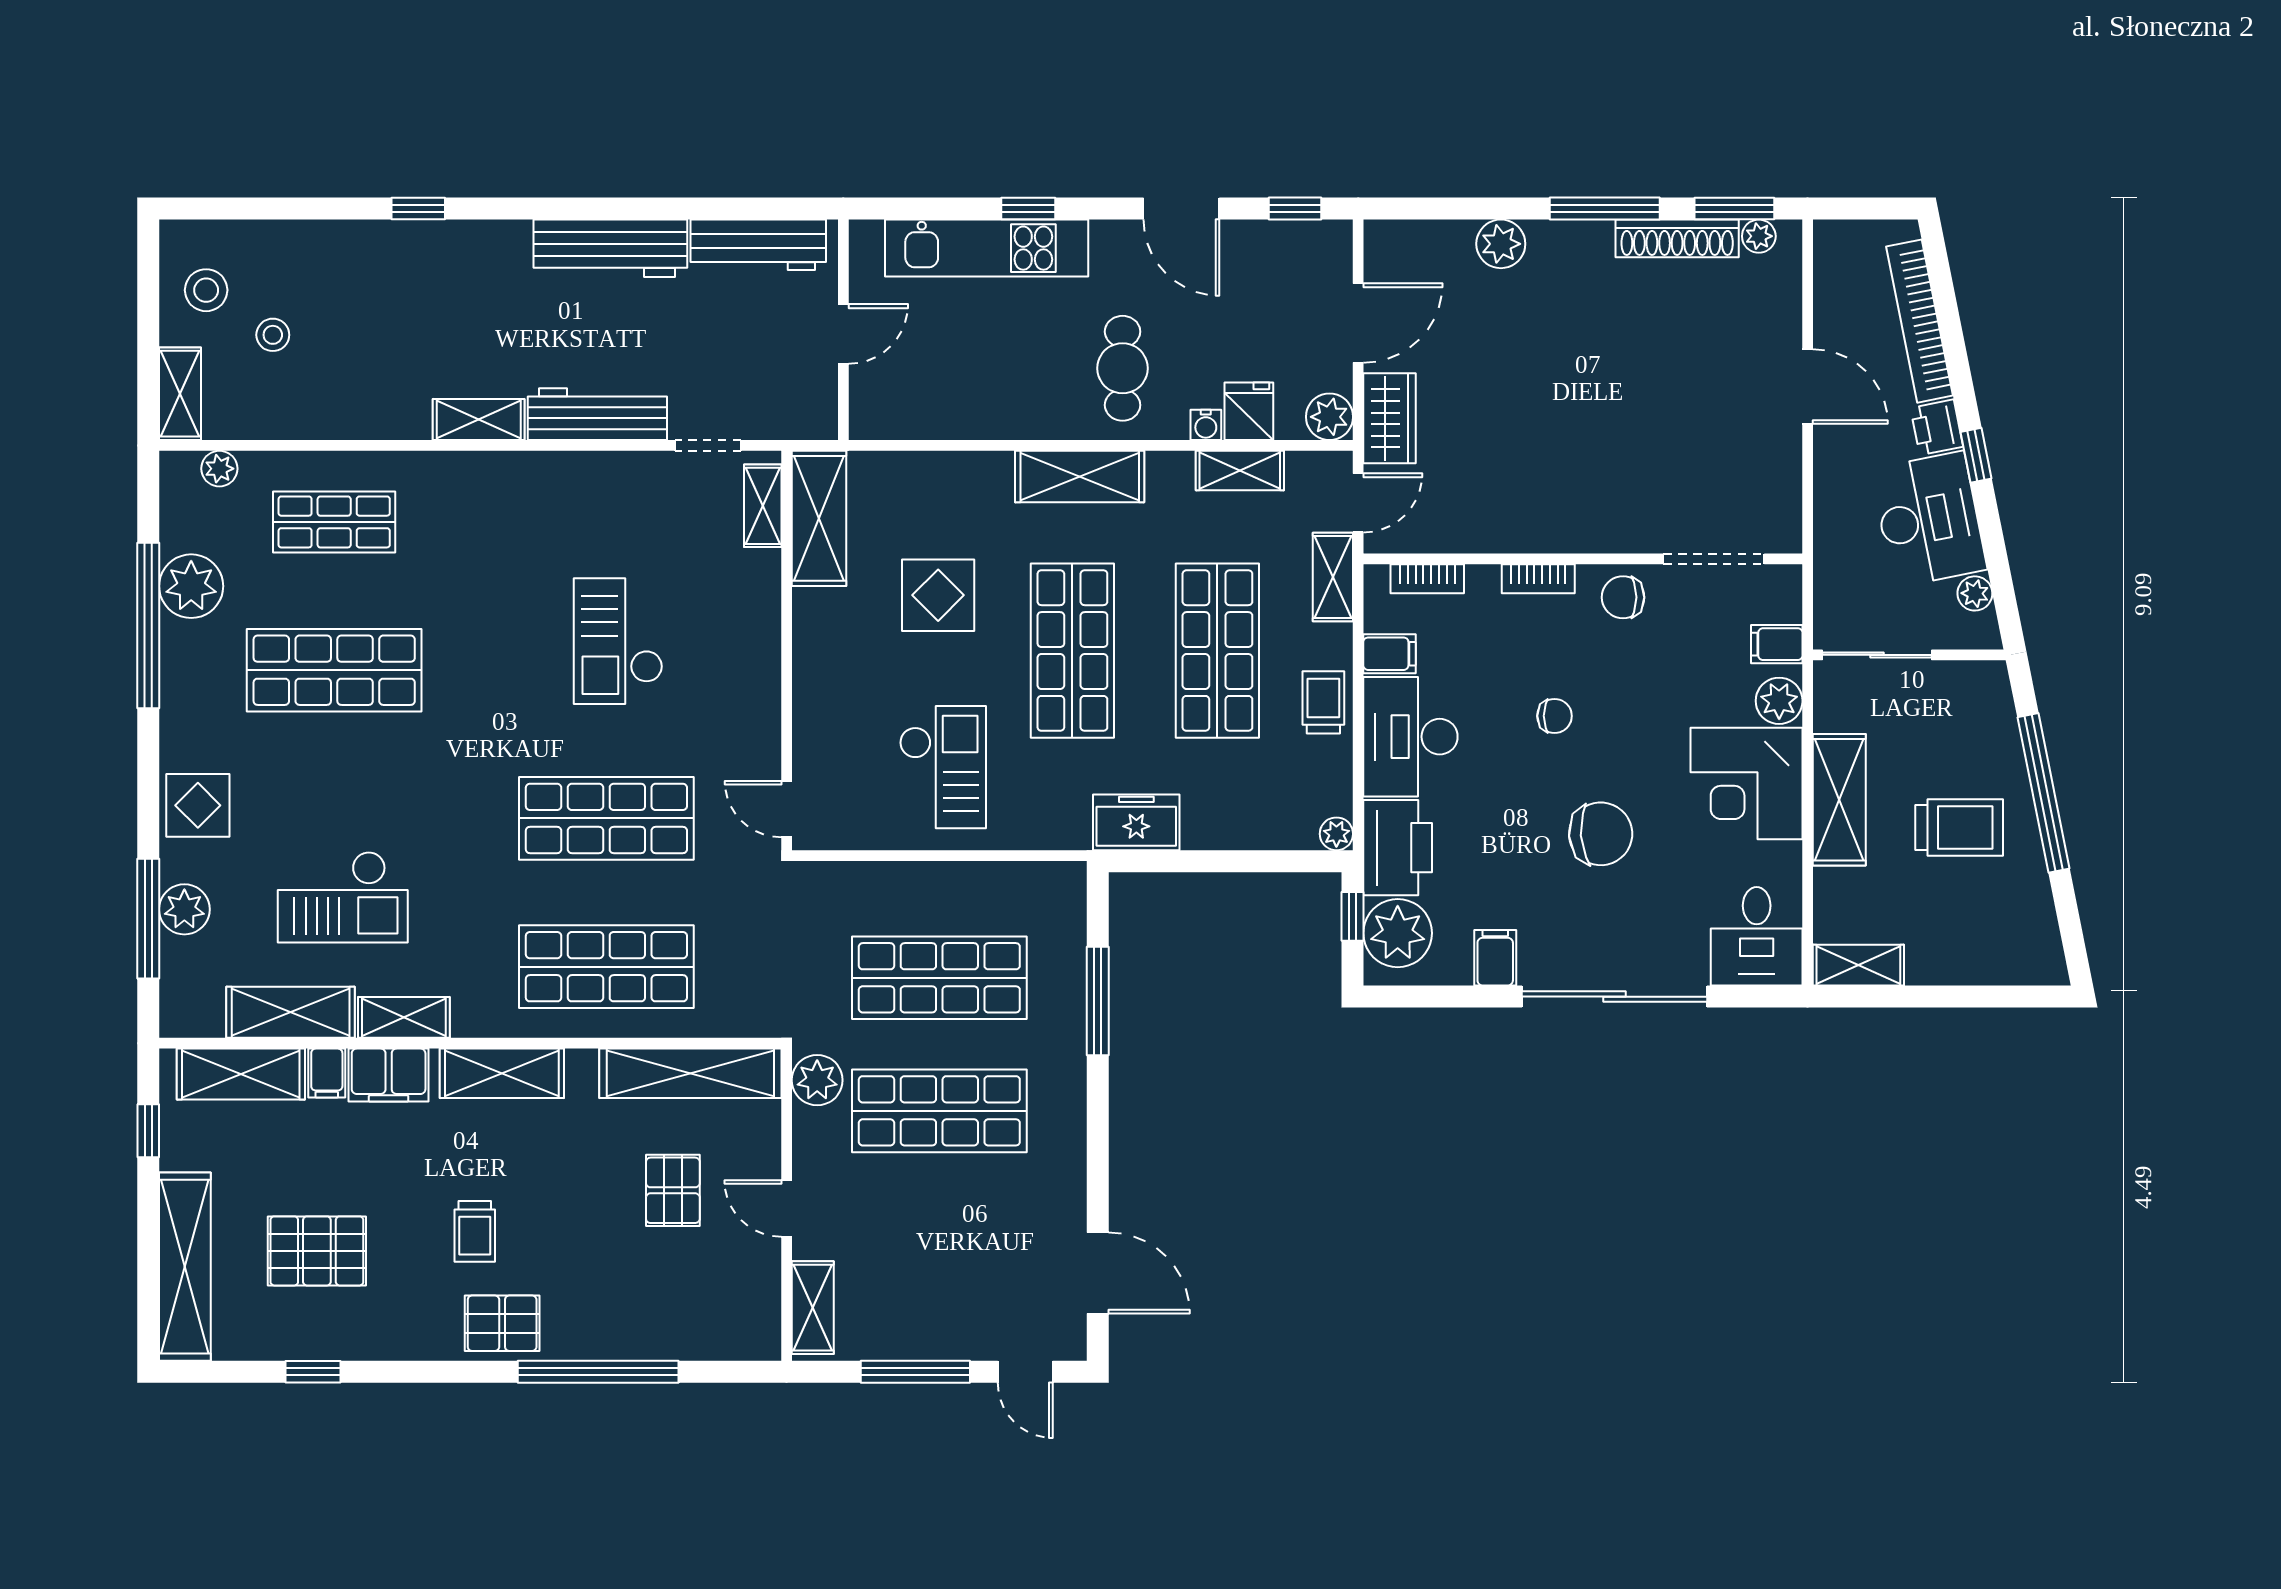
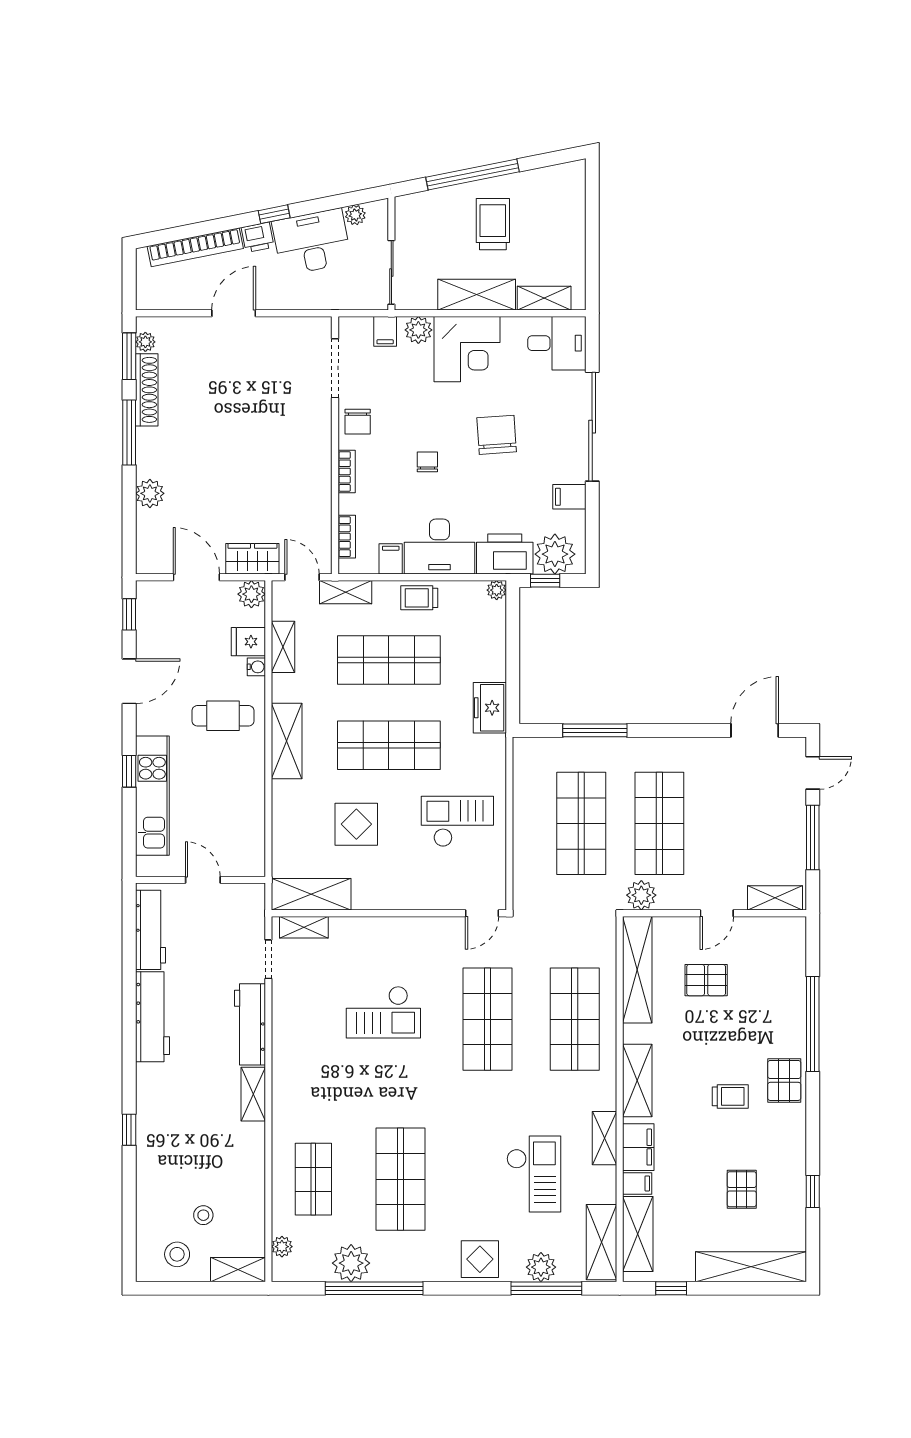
shelving: (1858, 965) -> (544, 298), moved, turned 90
shelving: (291, 1012) -> (601, 1242), moved
pallet: (317, 1251) -> (742, 1189), width x0.67, depth x0.71

